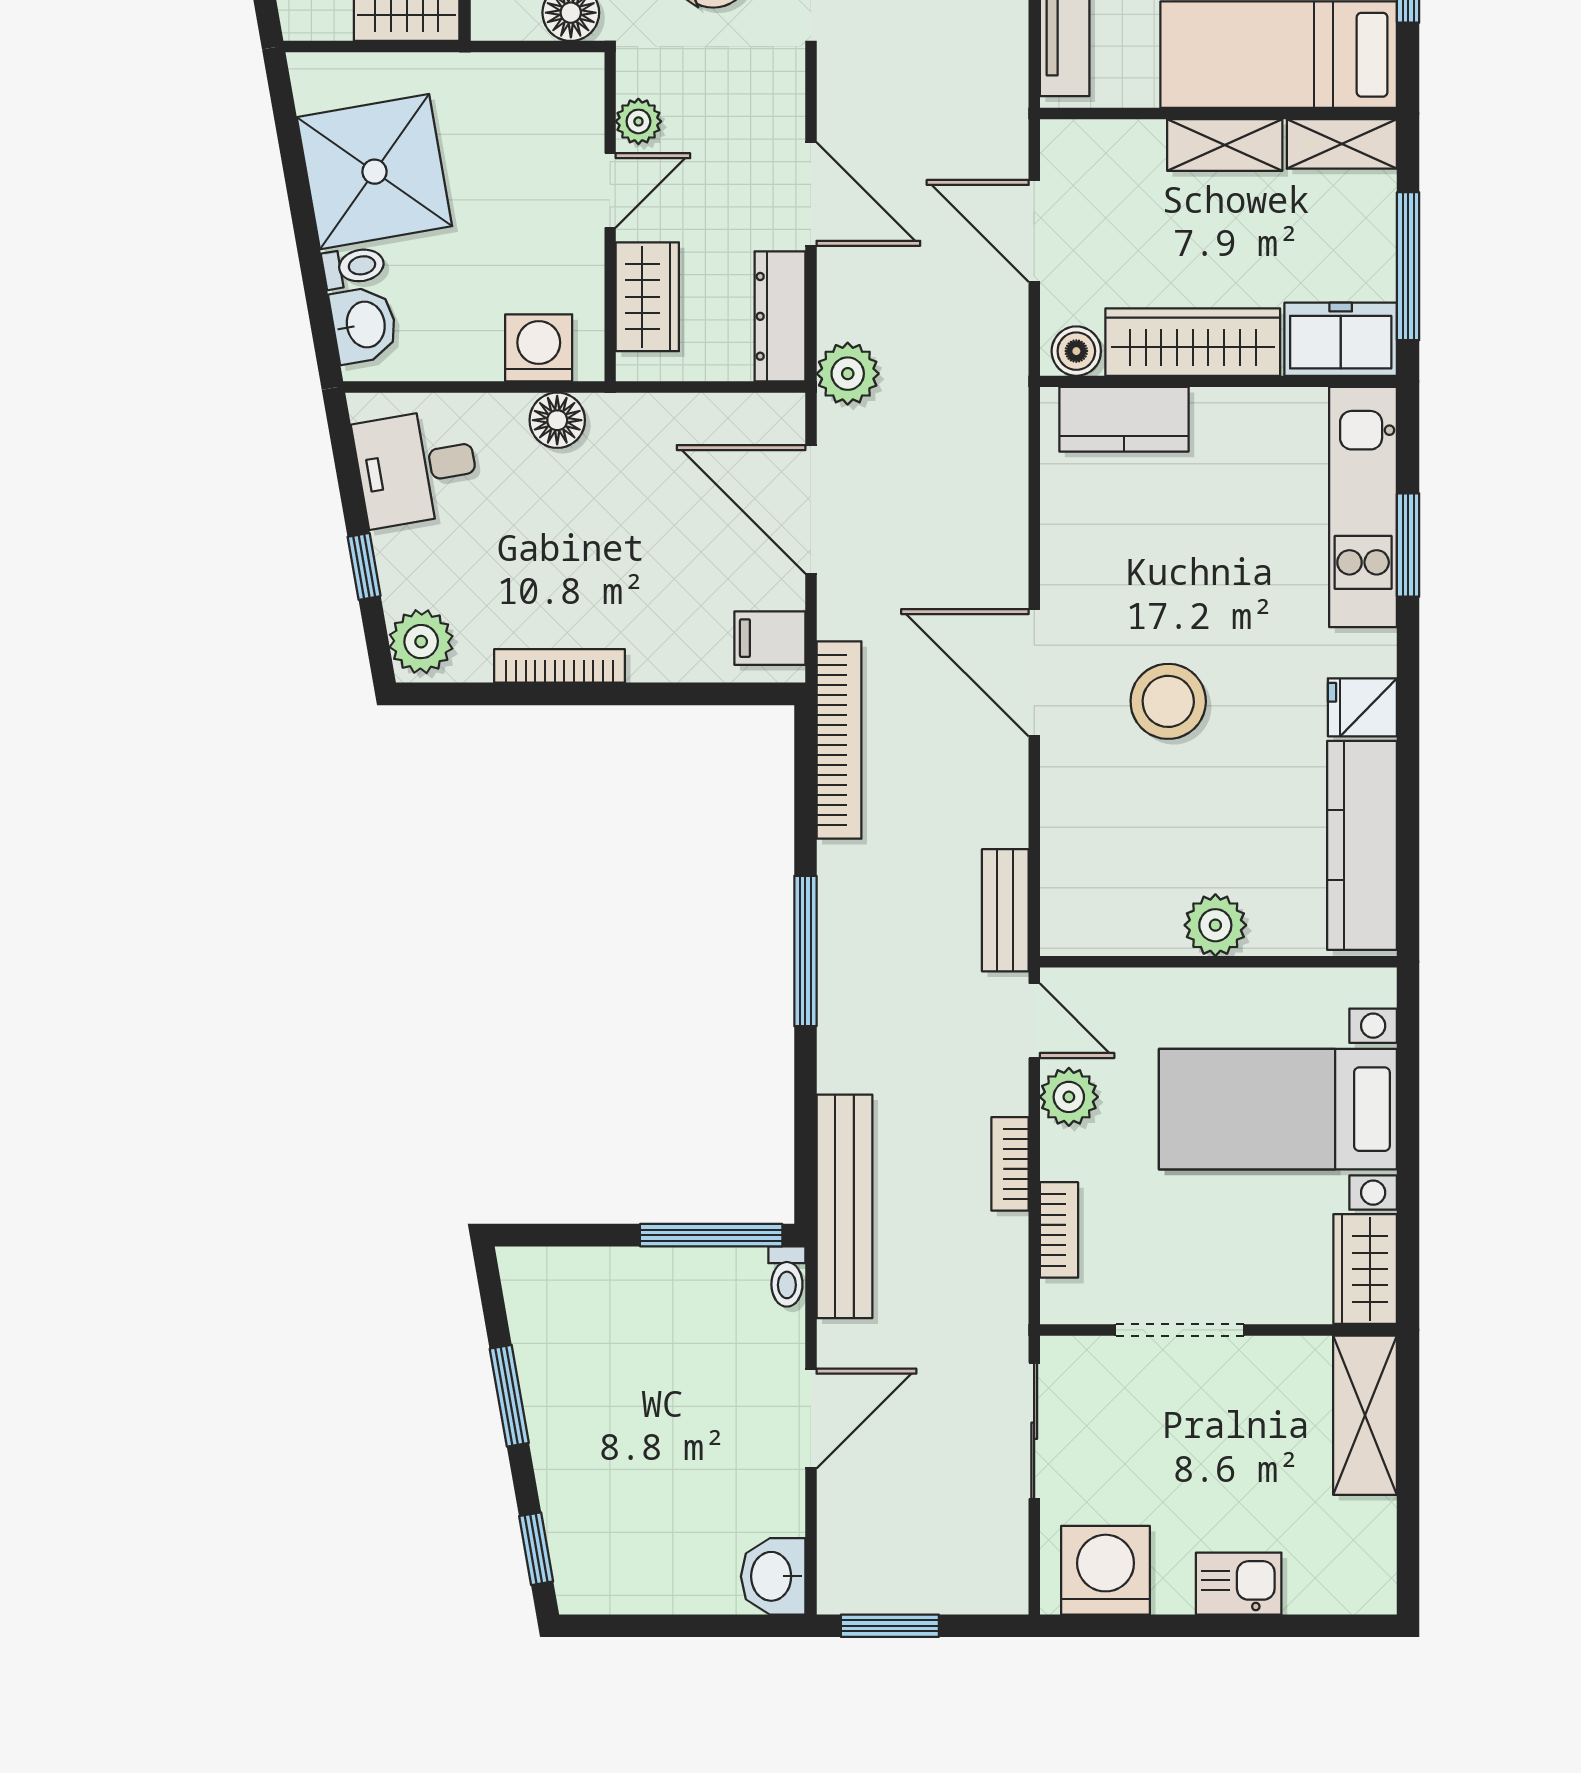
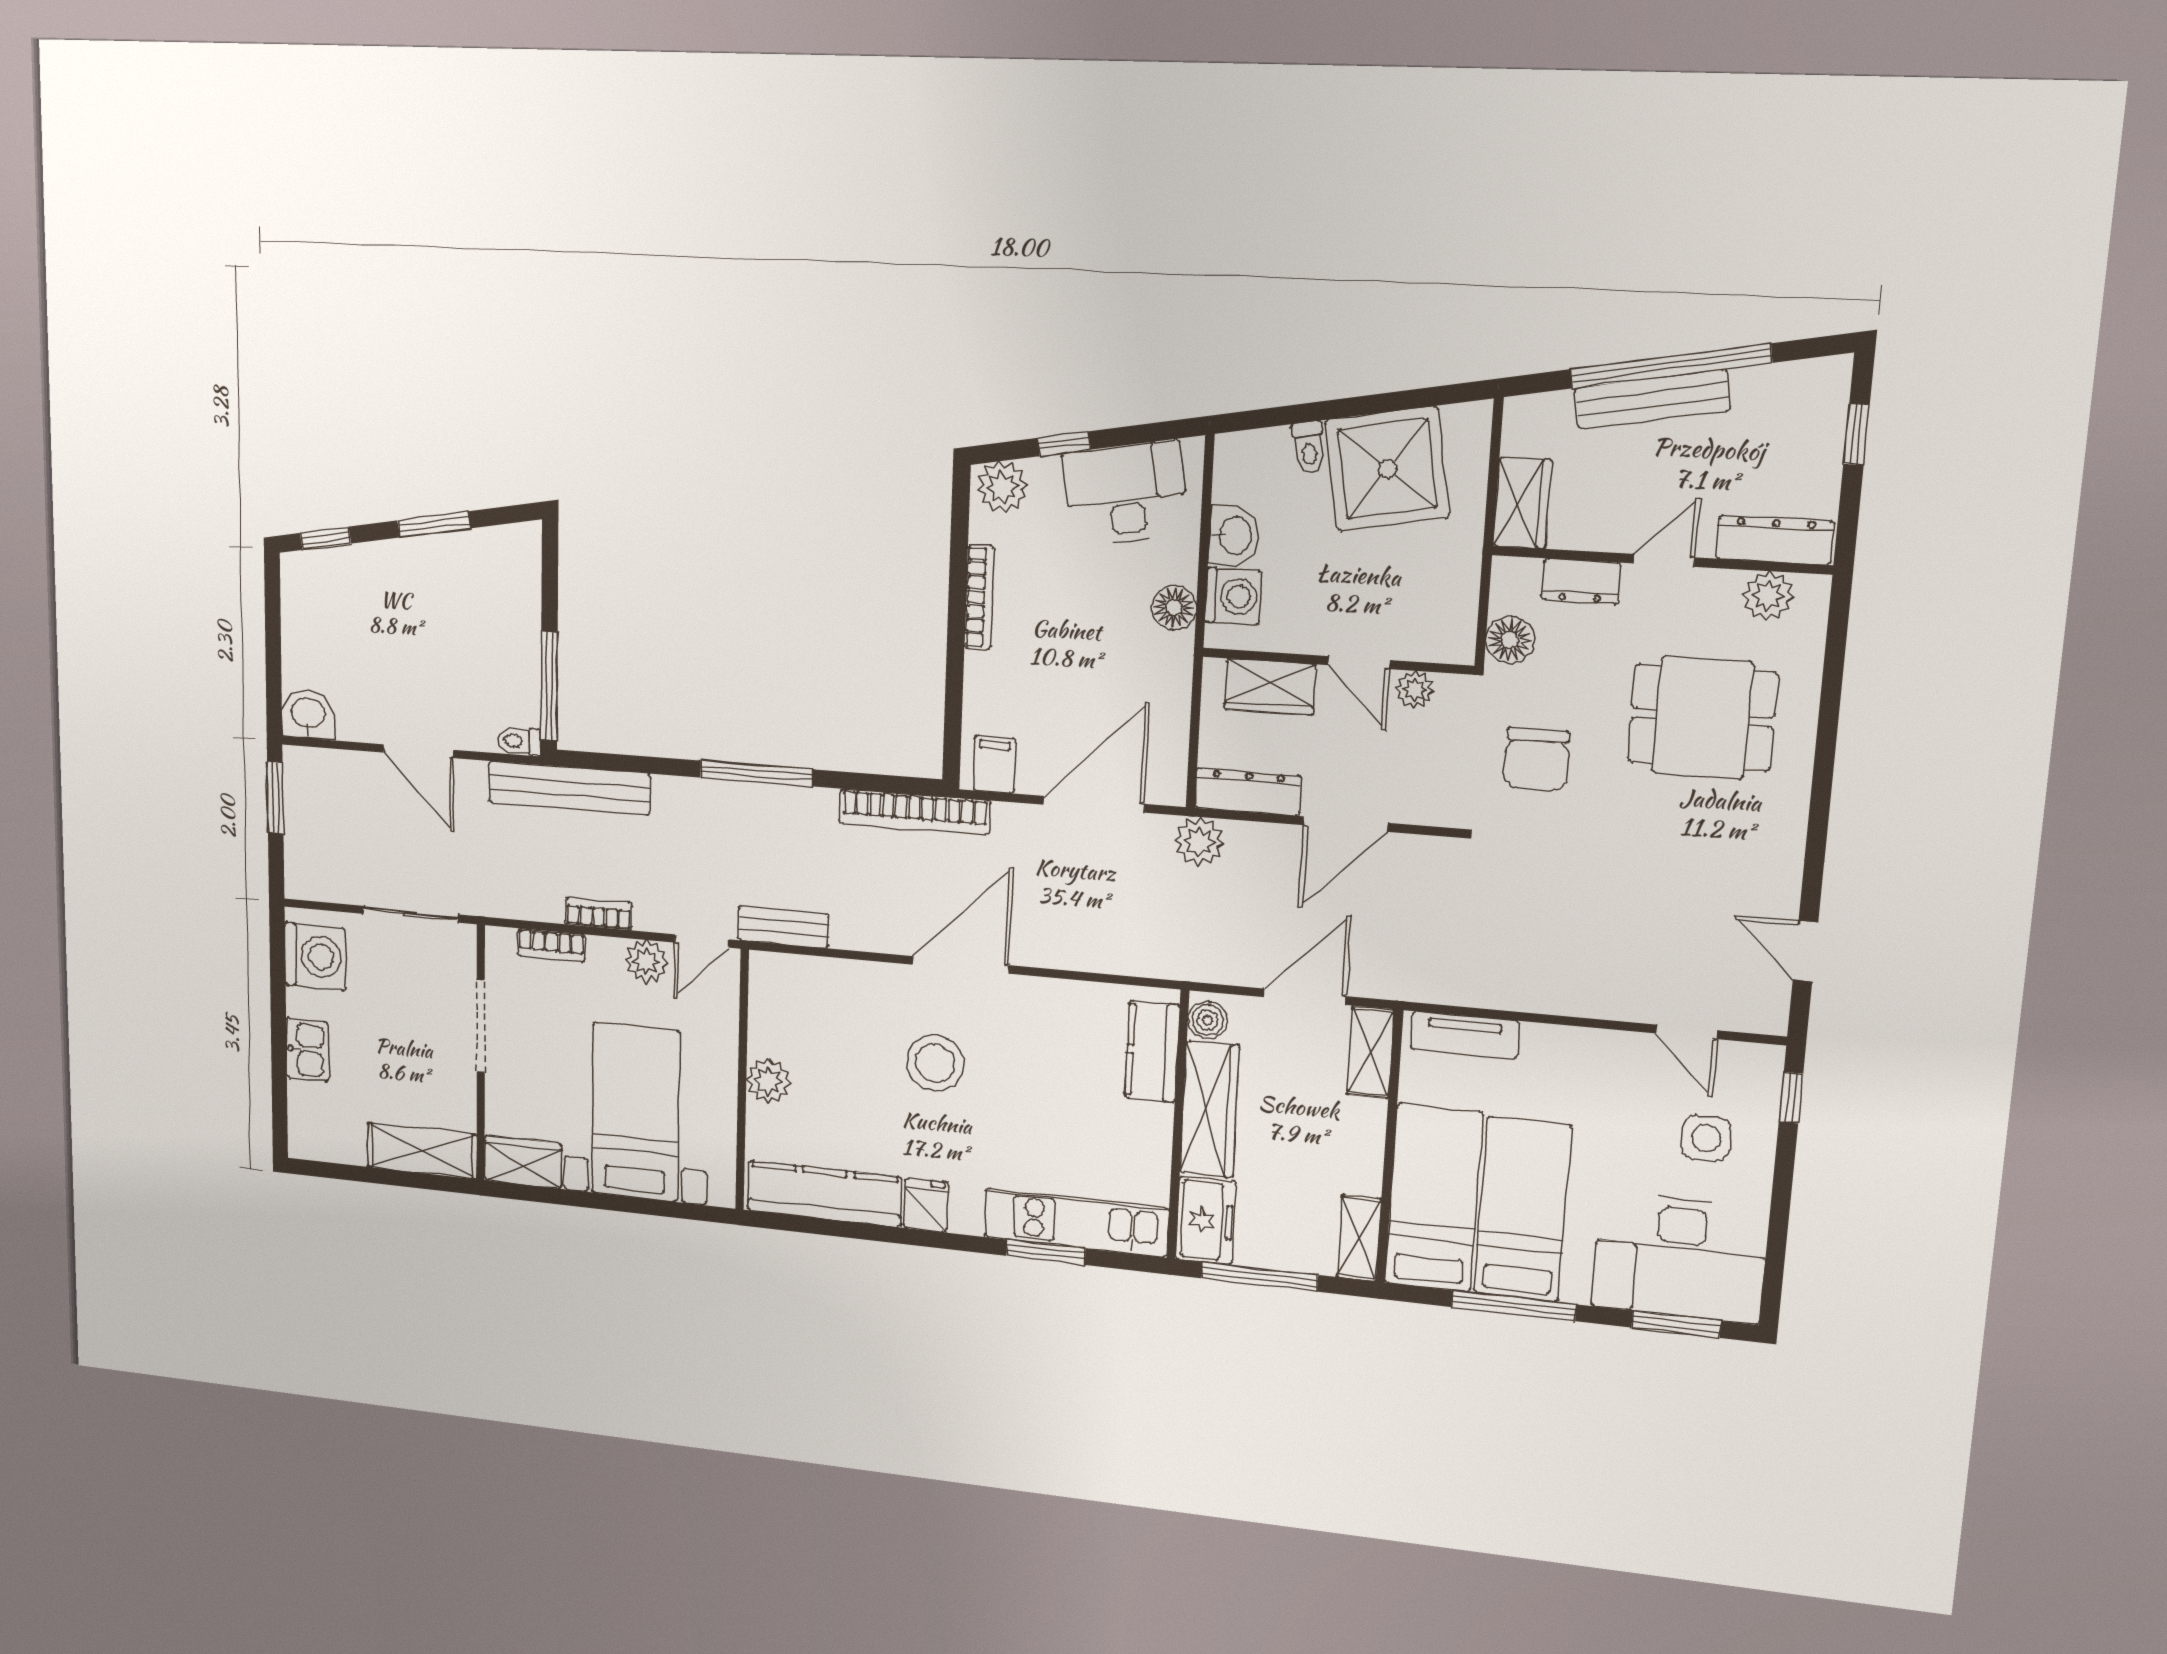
shelving: (1225, 145) -> (1371, 1052), moved
washbasin: (364, 325) -> (1234, 536), moved, turned -80
desk: (417, 467) -> (1126, 493), width x1.37

